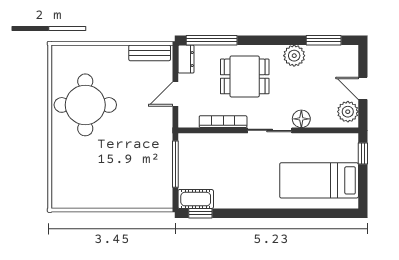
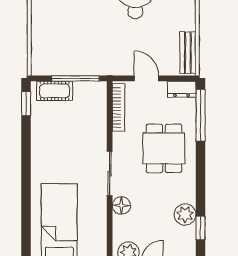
window: (324, 40) -> (200, 228), width x0.67
plant: (294, 56) -> (185, 214), moved
bookcase: (223, 122) -> (118, 107), moved
cot: (196, 199) -> (55, 91), moved, turned 90

